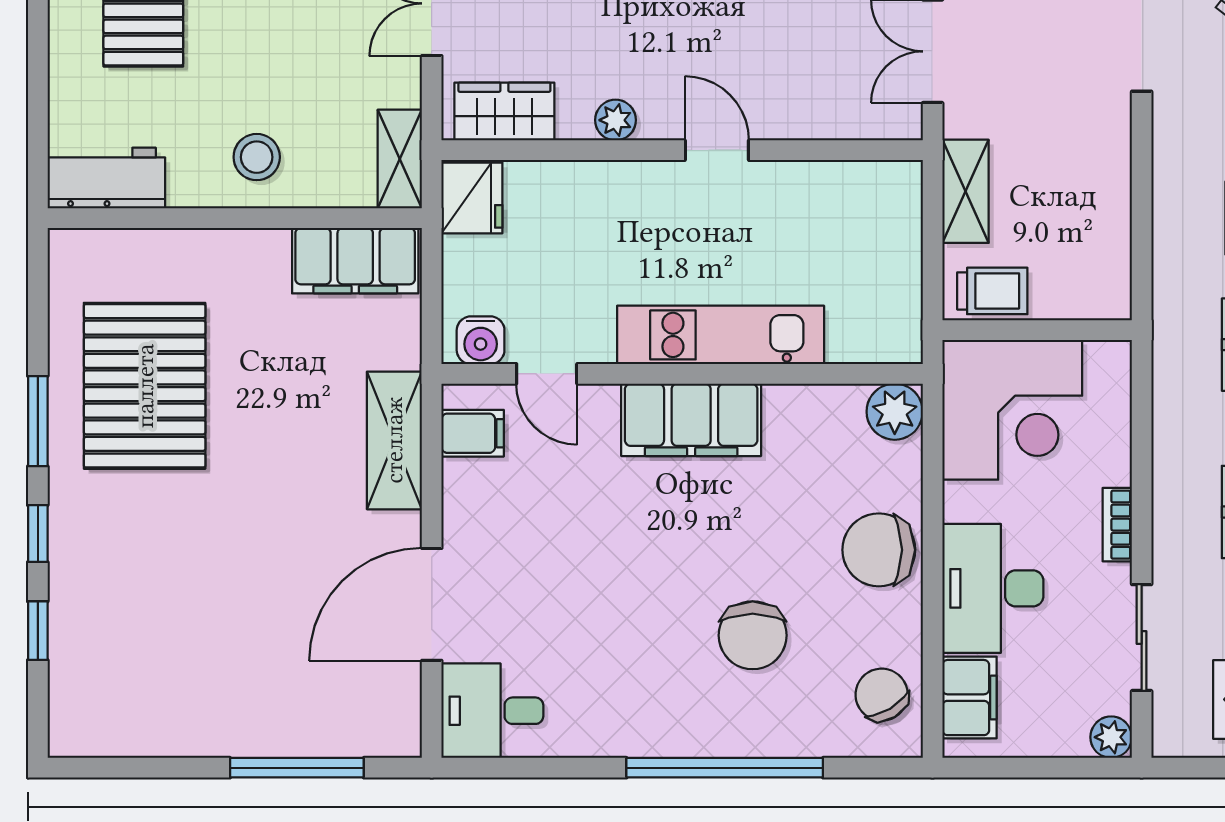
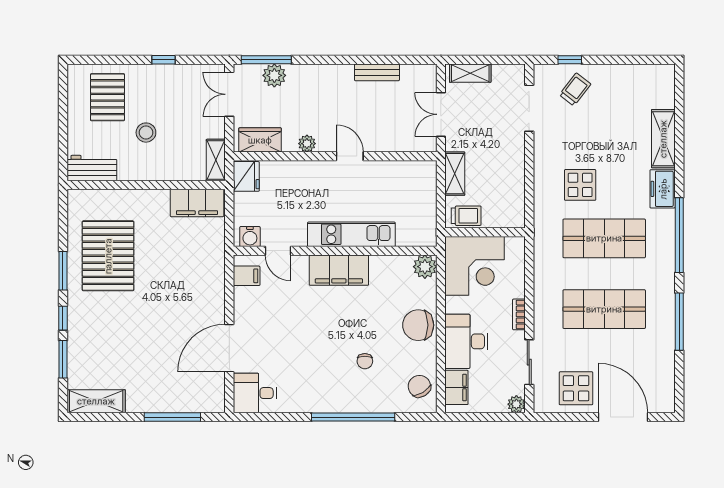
stool: (257, 157) -> (146, 133), moved
shelving: (394, 440) -> (96, 401), moved, turned 90
window: (38, 631) -> (63, 359), width x1.50
chair: (753, 635) -> (365, 361), width x0.54, depth x0.54

